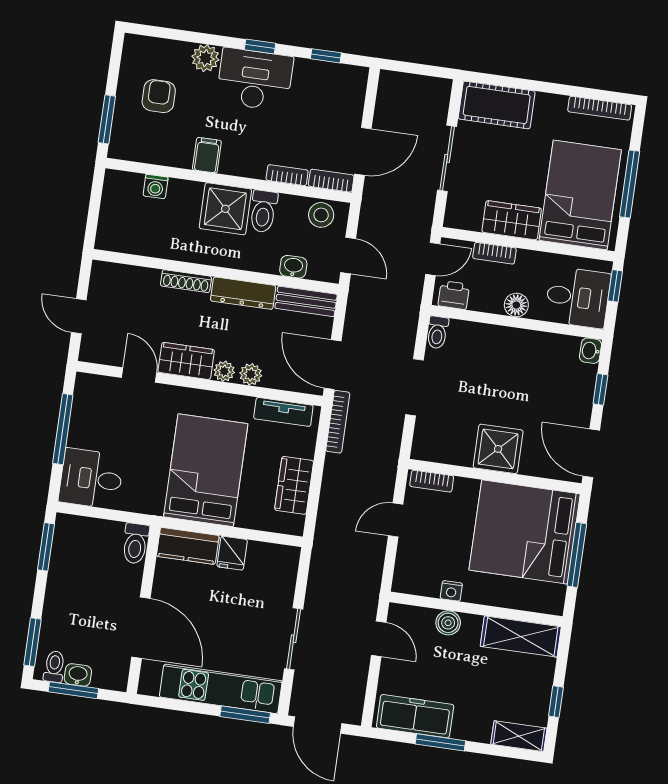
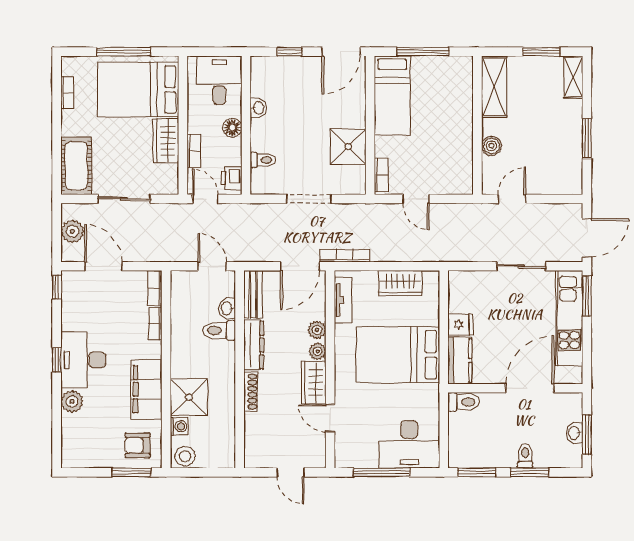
window: (326, 56) -> (57, 287), moved
plant: (416, 89) -> (72, 231), added
armchair: (159, 96) -> (138, 445), moved
bookcase: (600, 108) -> (67, 93), width x0.64
door: (363, 151) -> (103, 266), moved
filing cabinet: (207, 155) -> (146, 389), width x3.00, depth x1.17
shower: (225, 209) -> (189, 397), moved
toilet: (263, 211) -> (219, 330), moved, turned 180
stool: (321, 215) -> (185, 456), moved
door: (348, 256) -> (212, 266), hinge flipped
window: (615, 286) -> (206, 52), removed
door: (79, 316) -> (291, 472), hinge flipped
toilet: (437, 332) -> (263, 160), moved
washbasin: (590, 351) -> (258, 108), moved, turned -90
door: (139, 375) -> (330, 418), hinge flipped
shower: (498, 449) -> (348, 147), moved
desk: (91, 479) -> (409, 444), width x1.37
bed: (525, 532) -> (392, 96), width x0.49
nightstand: (451, 591) -> (466, 147), removed
window: (32, 642) -> (530, 472), moved
toilet: (54, 667) -> (525, 456), moved, turned 90
window: (556, 702) -> (542, 52), width x1.50
freezer: (415, 716) -> (569, 161), removed

